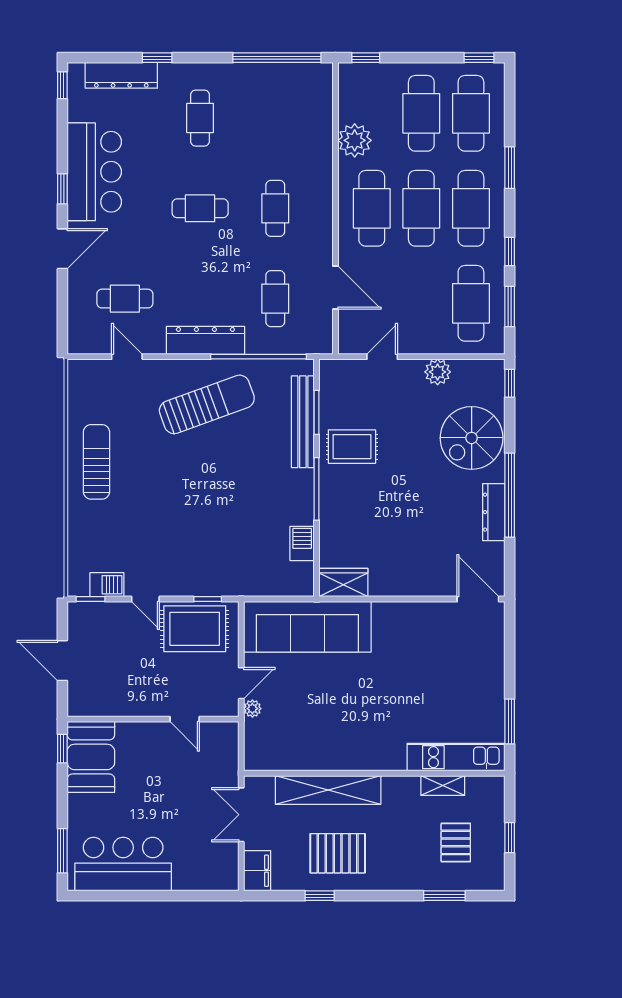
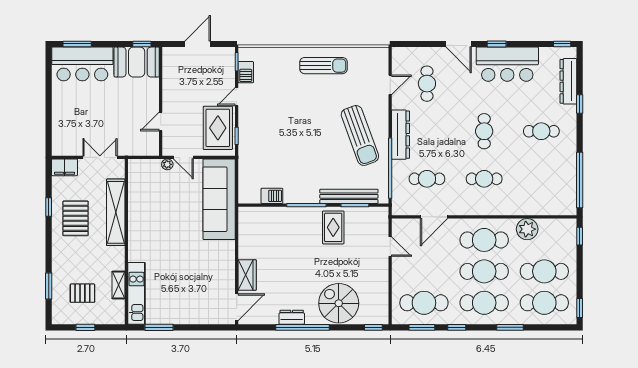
plant: (438, 372) -> (380, 282), removed
dresser: (494, 512) -> (292, 317), width x0.70
wardrobe: (343, 583) -> (247, 275), moved
bar counter: (123, 864) -> (82, 64), moved, turned 90

